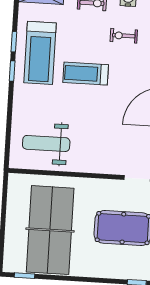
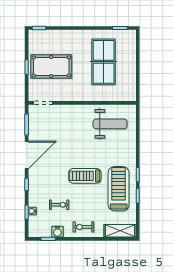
treadmill: (86, 74) -> (85, 176), turned 180
table tennis table: (50, 230) -> (104, 62), width x0.73, depth x0.76

